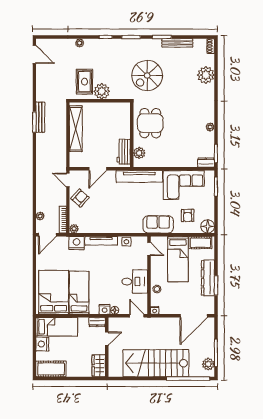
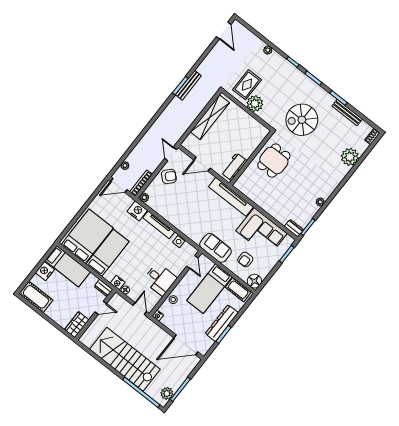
plant: (139, 153) -> (246, 178), removed

